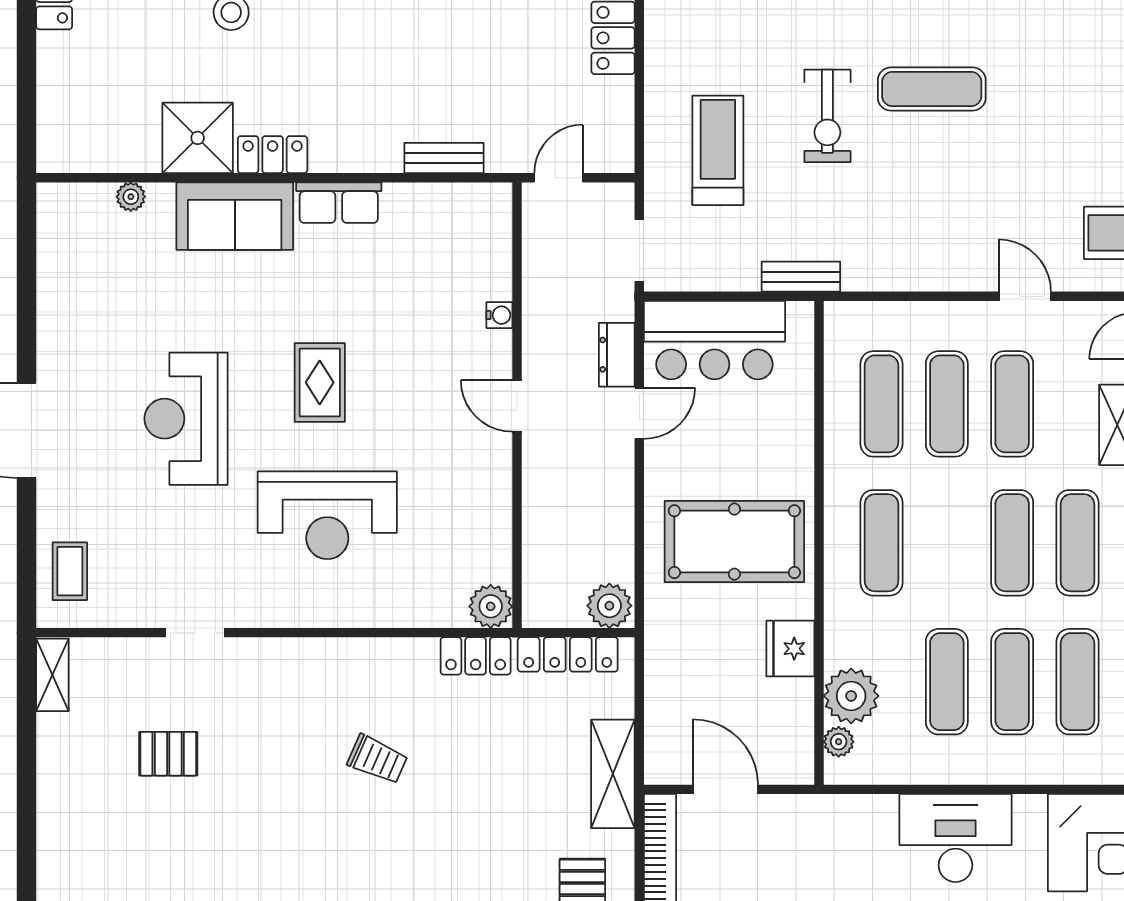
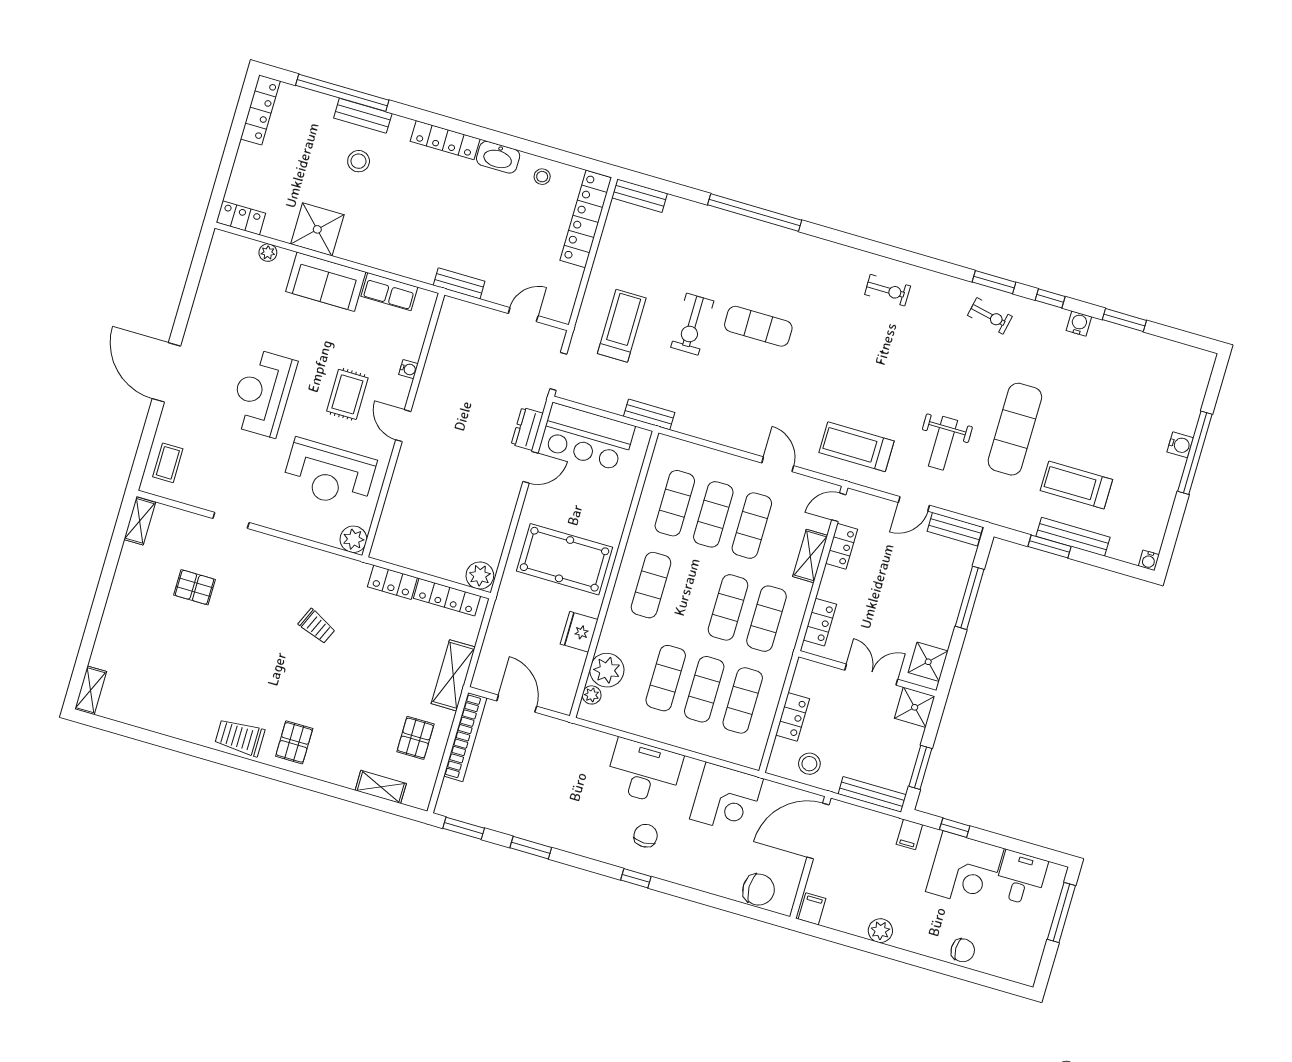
locker: (273, 155) -> (241, 218), moved
water cooler: (499, 315) -> (408, 369), moved
wall: (517, 405) -> (403, 425), moved
door: (517, 406) -> (403, 426), moved
plant: (491, 606) -> (353, 539), moved

